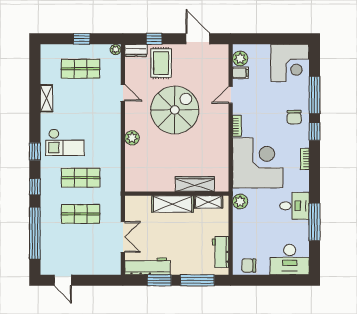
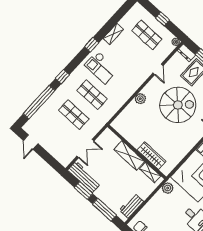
window: (35, 152) -> (92, 45), moved

